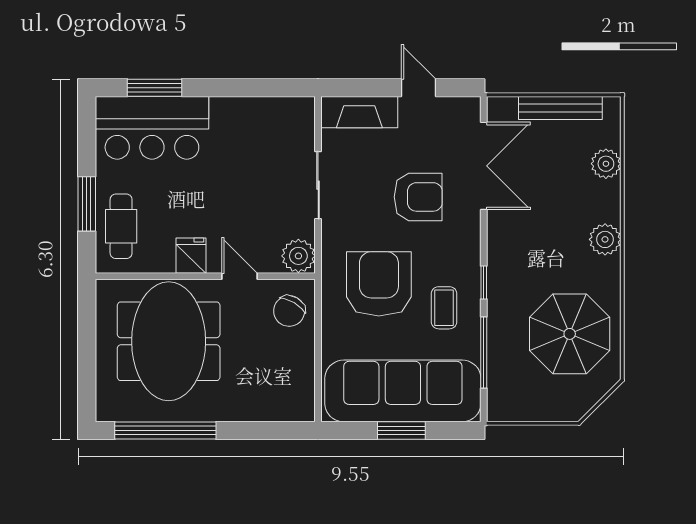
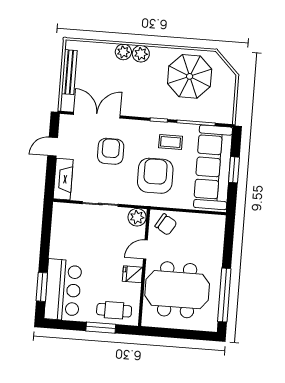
plant: (606, 164) -> (123, 52), moved
armchair: (379, 284) -> (155, 176), turned 90

